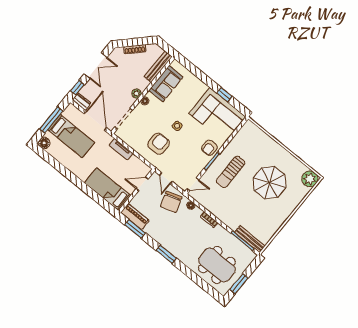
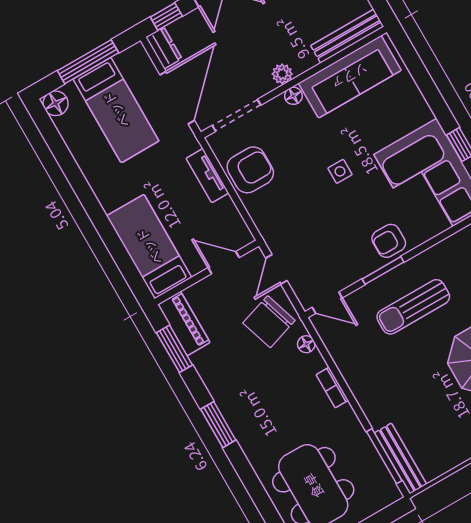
sofa: (166, 84) -> (350, 77), width x1.36
armchair: (159, 144) -> (250, 170), moved

